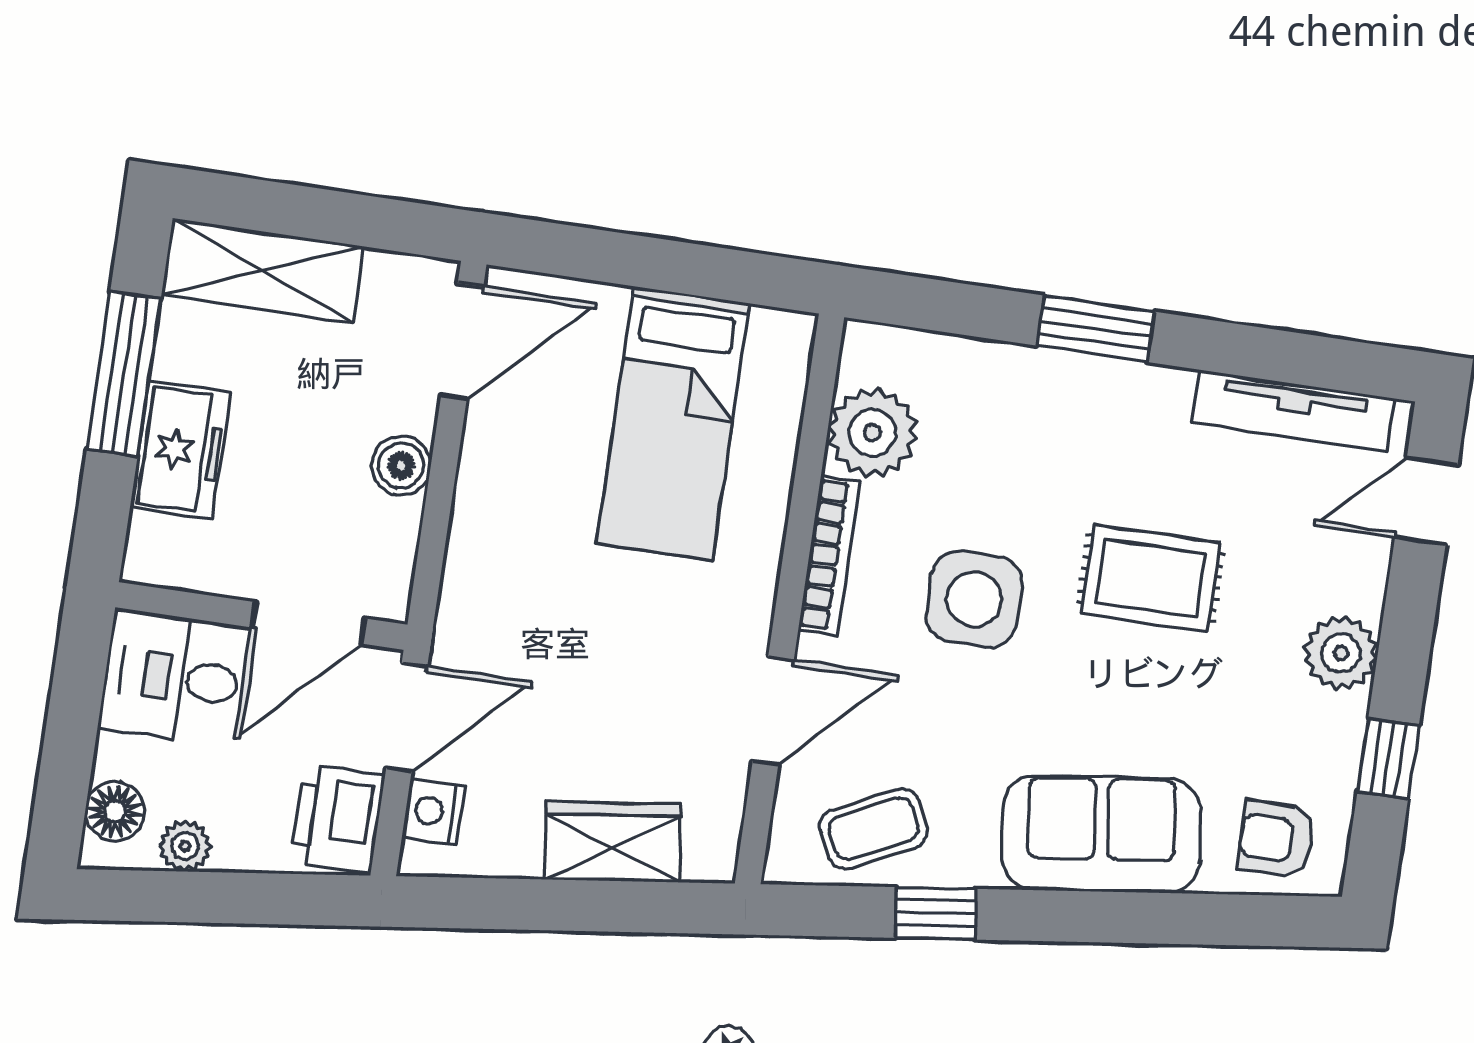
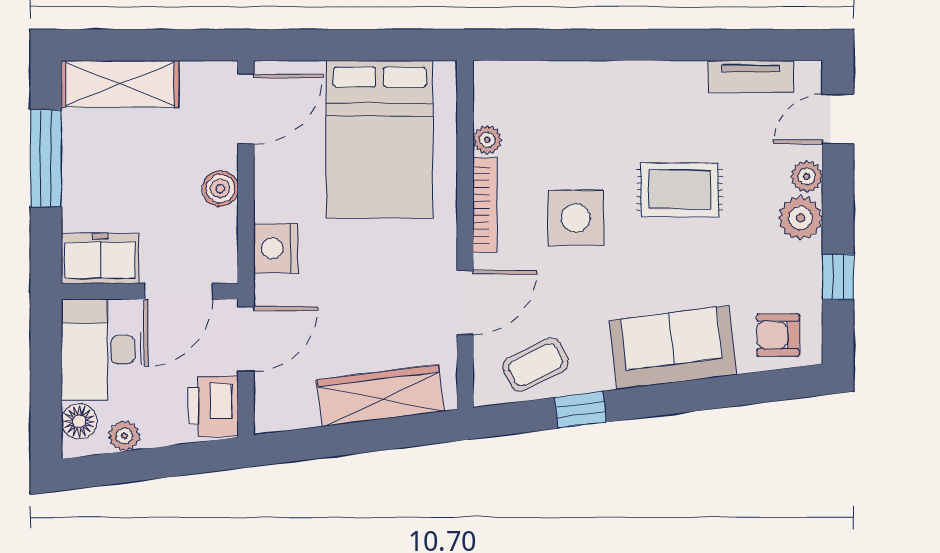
window: (1095, 329) -> (625, 45), removed
tv unit: (1294, 411) -> (751, 77), width x0.71
bed: (673, 423) -> (380, 139), width x1.50
plant: (872, 433) -> (487, 140), width x0.53, depth x0.53
freezer: (180, 450) -> (100, 258), moved, turned -90
plant: (1361, 587) -> (807, 176), added
desk: (171, 677) -> (101, 350), width x1.37
nightstand: (433, 811) -> (276, 248), moved, width x1.36, depth x1.33
wardrobe: (613, 842) -> (380, 396), width x1.50

